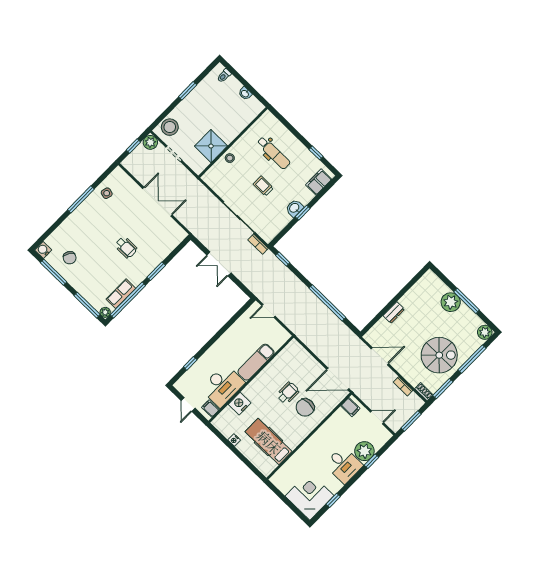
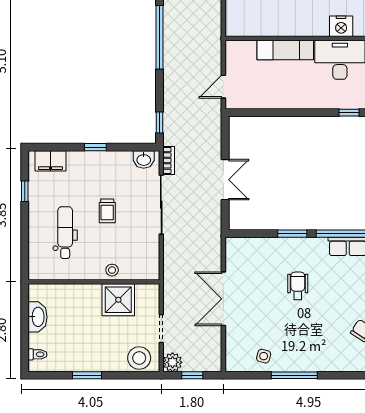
washbasin: (245, 93) -> (38, 317), width x1.91, depth x1.45
washbasin: (294, 208) -> (144, 159), moved
door: (269, 311) -> (223, 87), swing flipped

